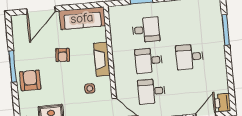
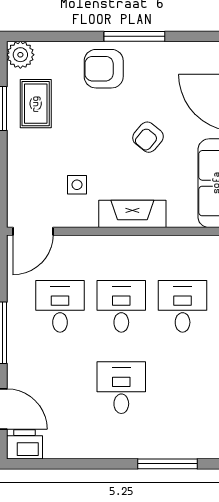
desk: (146, 30) -> (183, 306), turned 180
armchair: (63, 55) -> (148, 137), turned -54
armchair: (30, 80) -> (104, 69), turned 180

